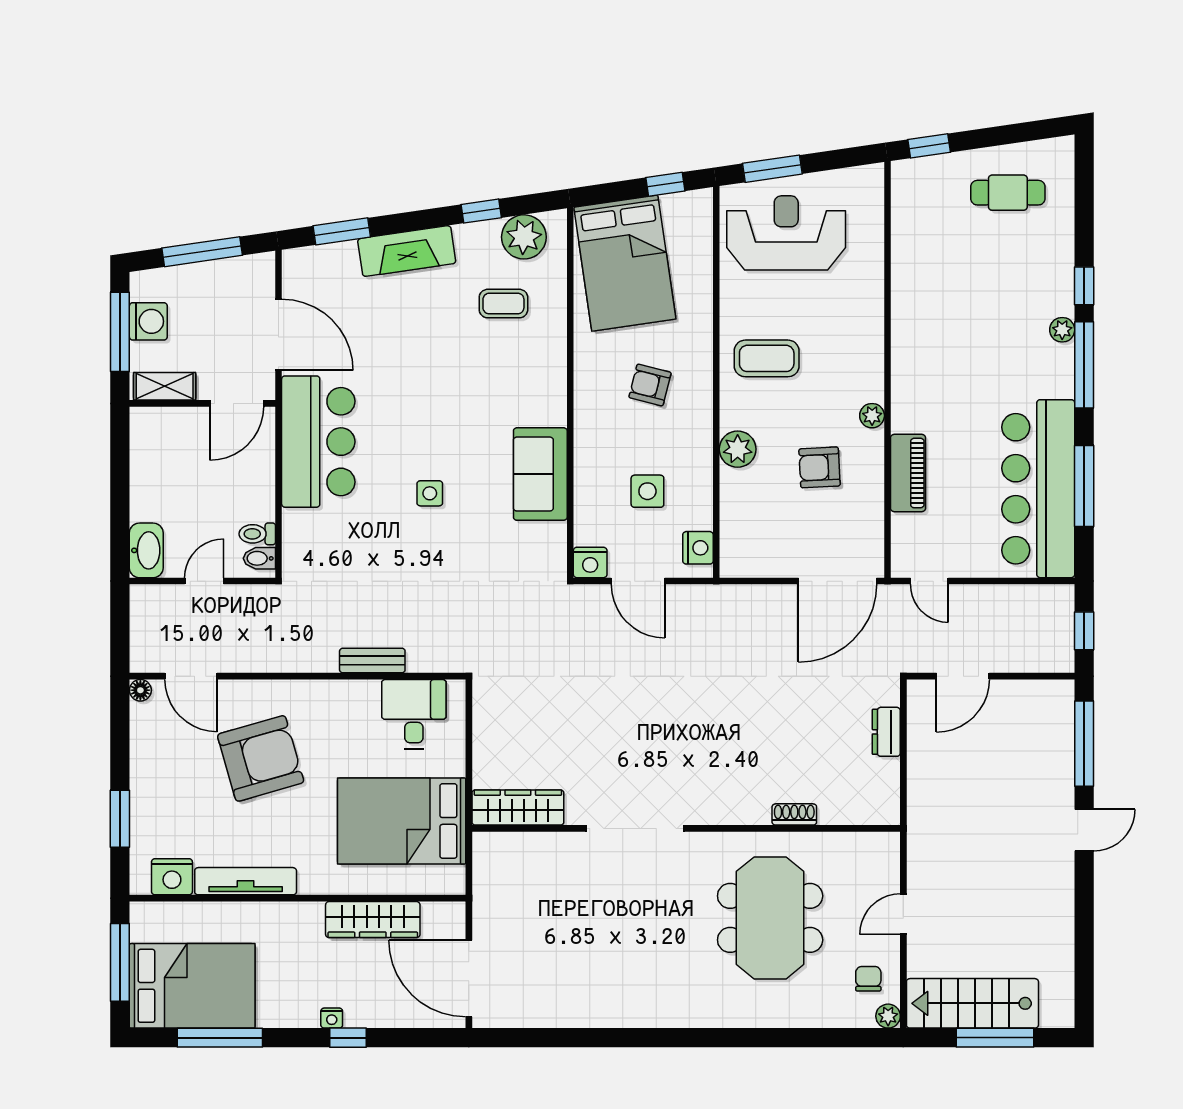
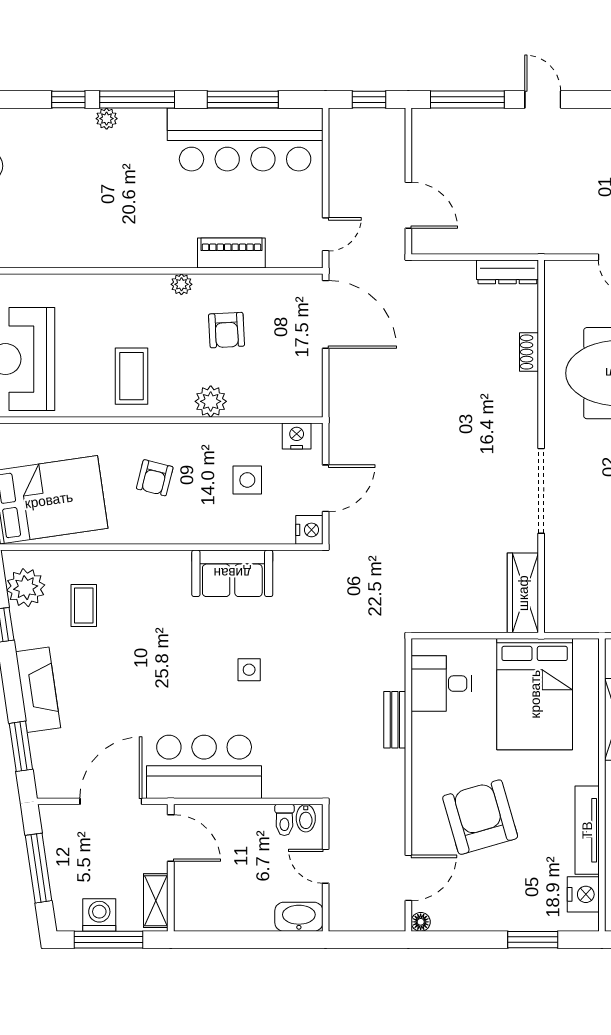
dresser: (886, 732) -> (507, 272), moved, width x1.44

